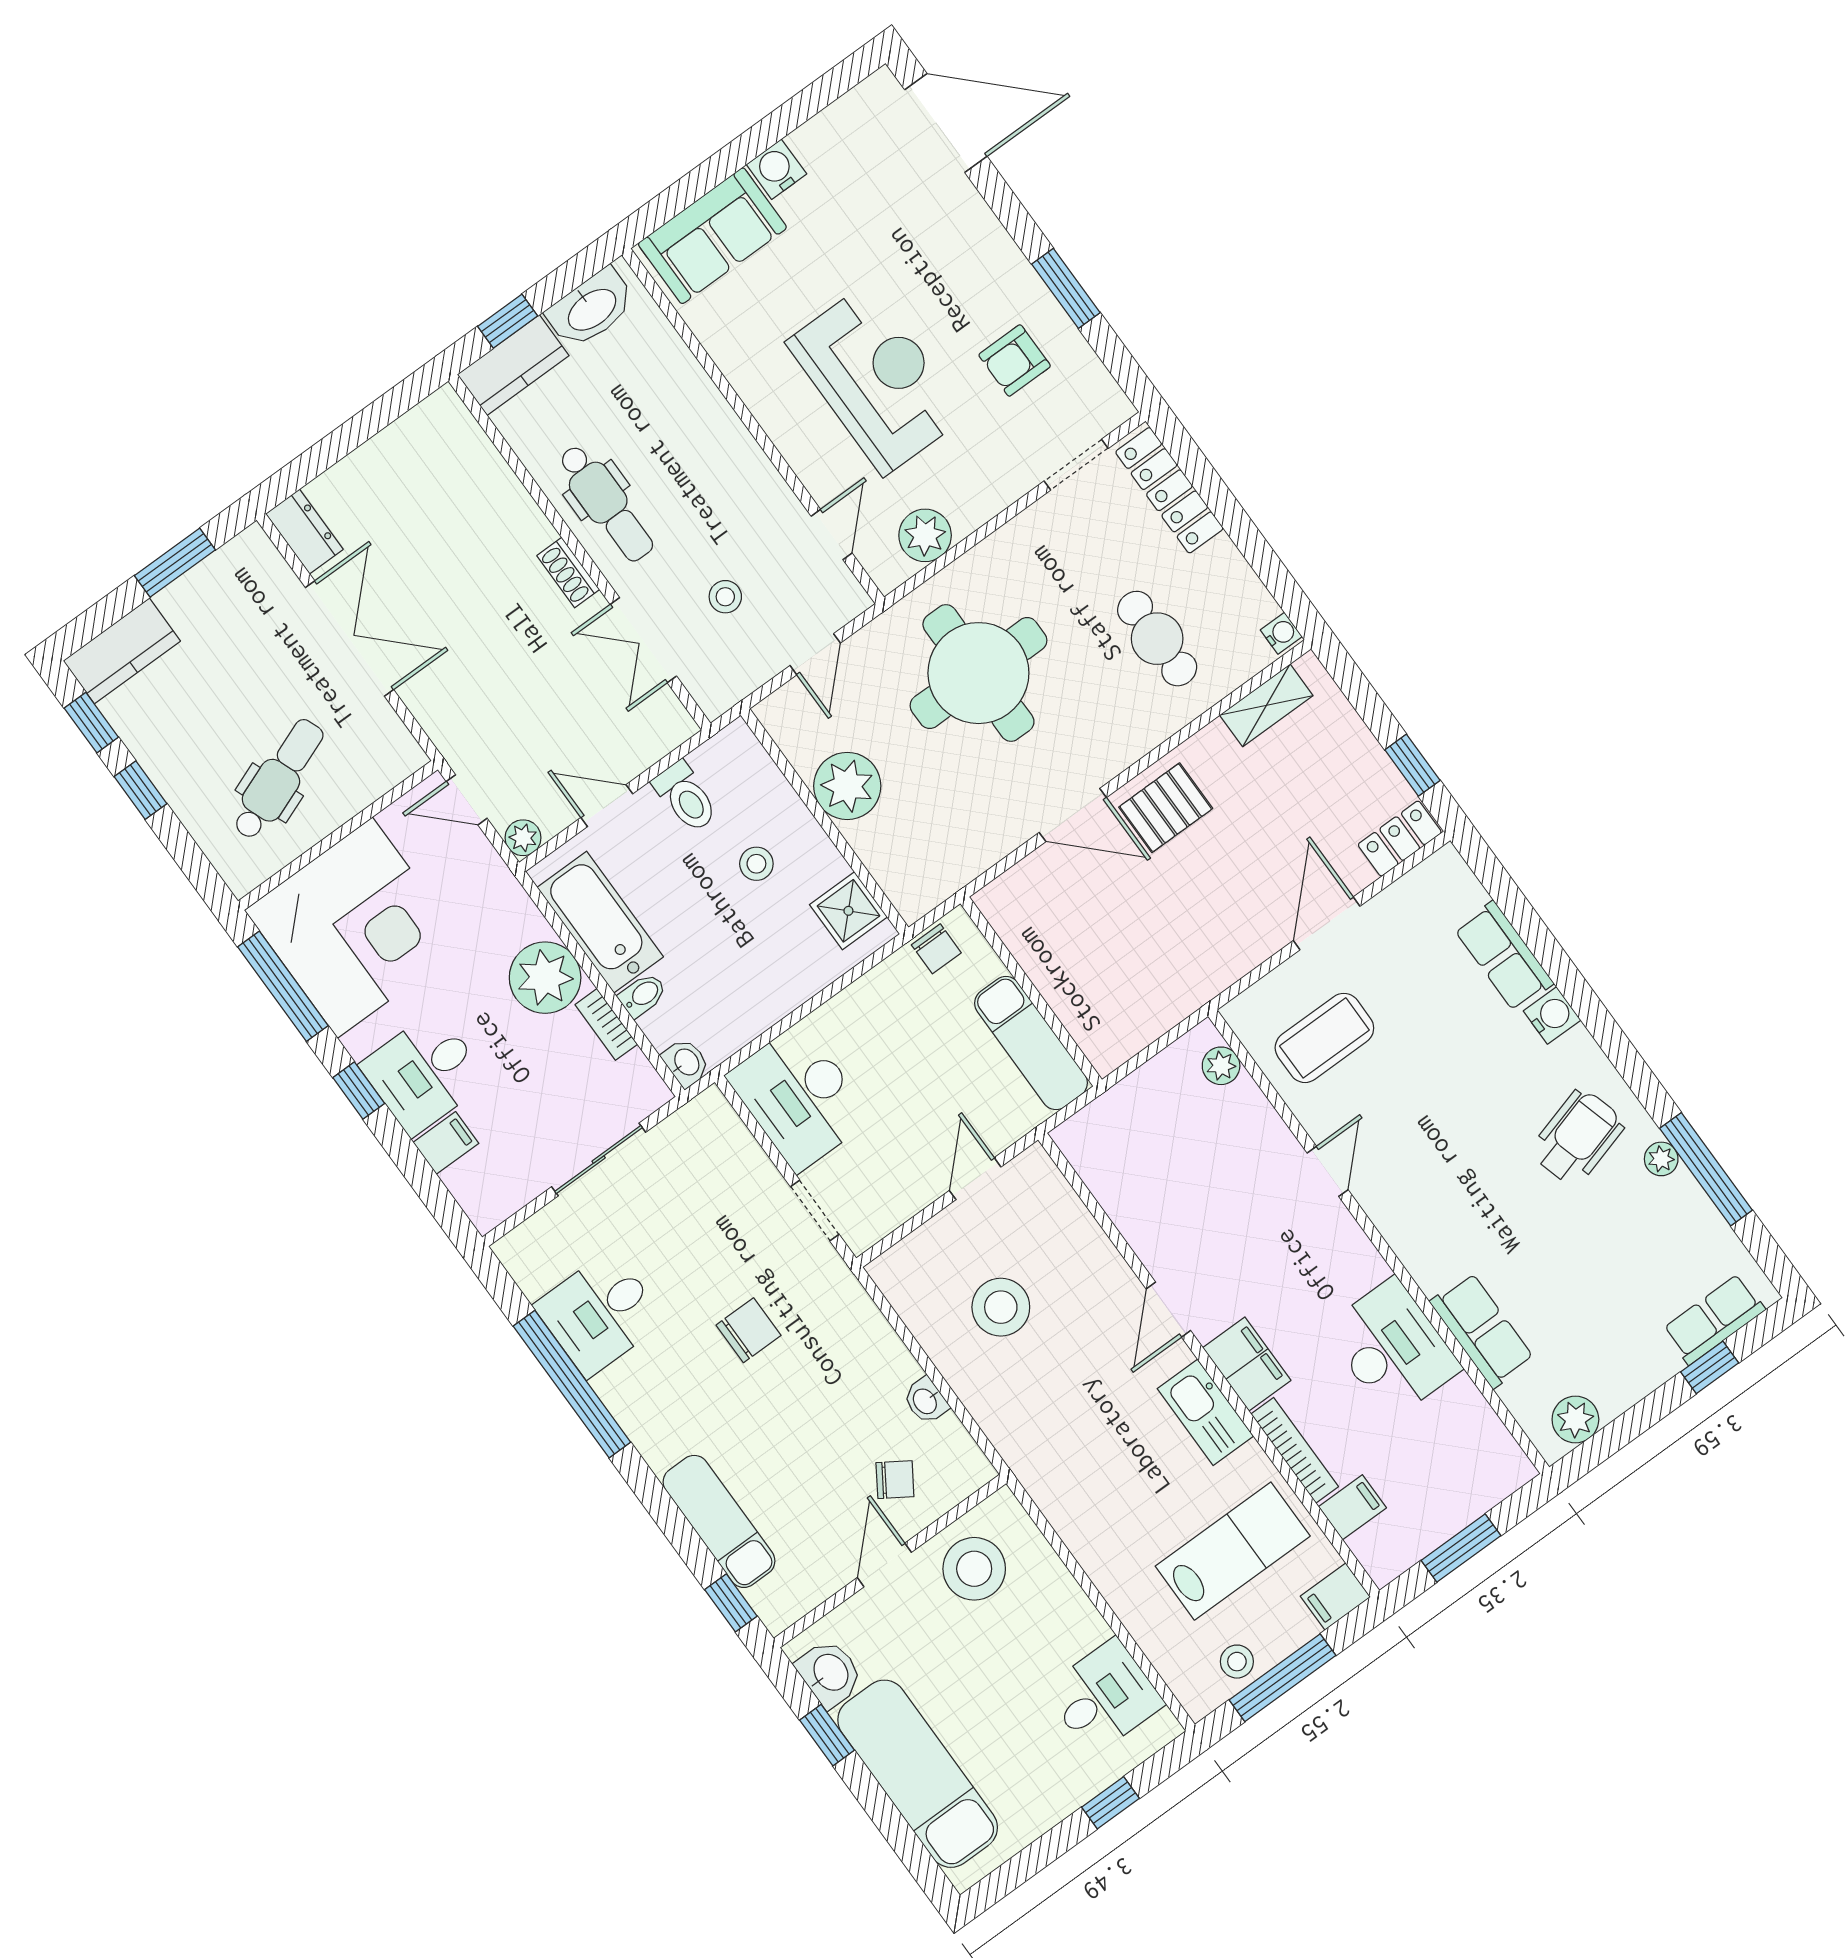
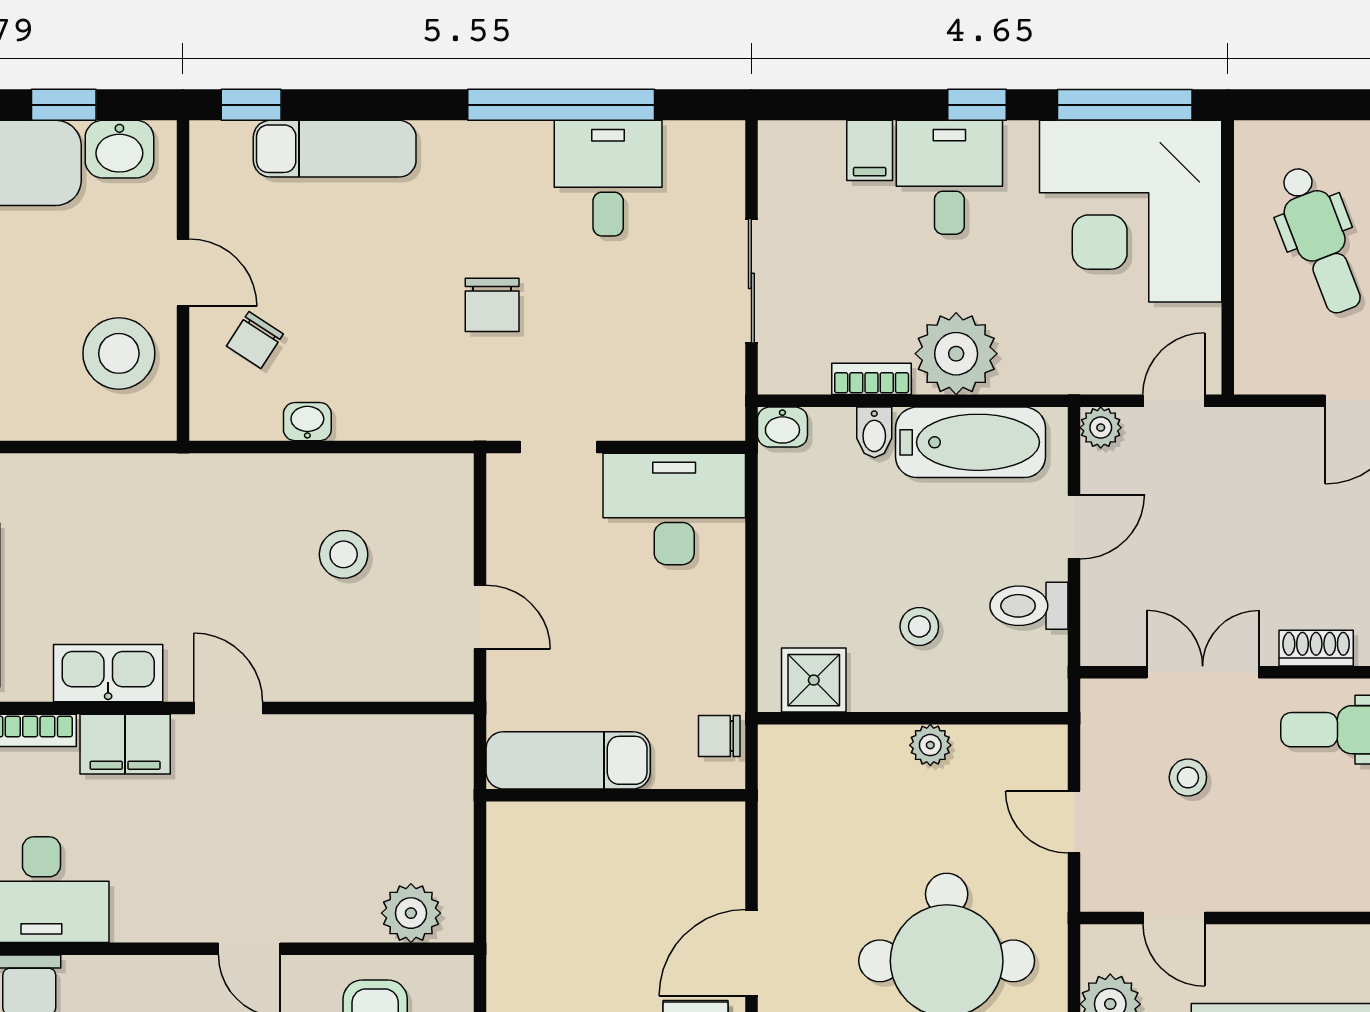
plant: (847, 786) -> (930, 745), width x0.53, depth x0.53
plant: (1221, 1066) -> (411, 913), width x1.38, depth x1.38
stool: (1001, 1307) -> (344, 554), width x0.73, depth x0.73

